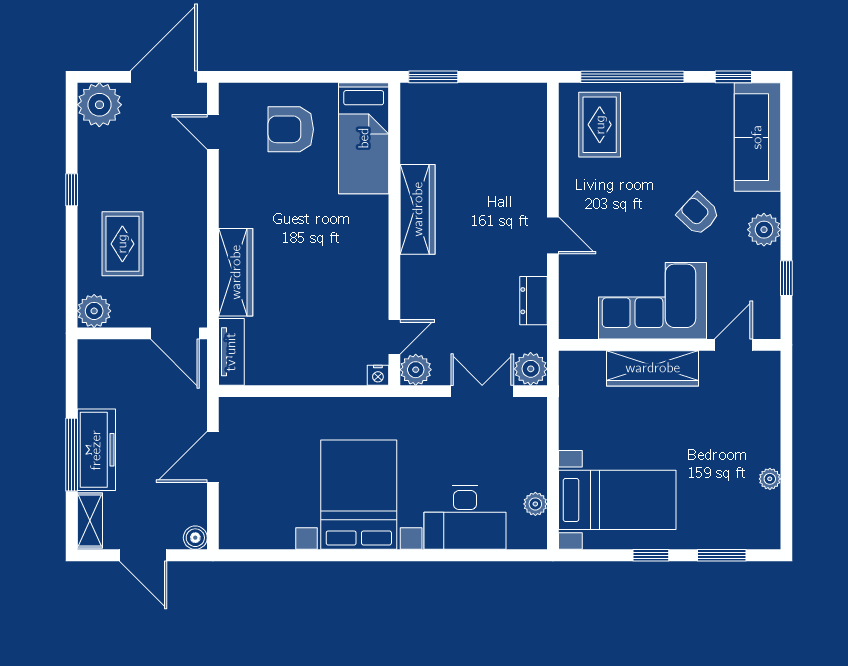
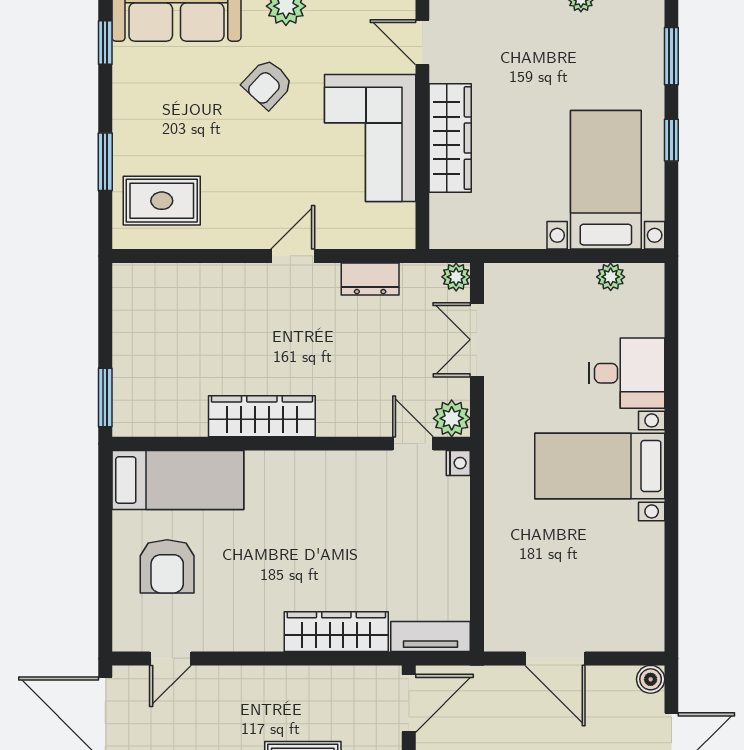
window: (632, 77) -> (105, 162), width x0.47
plant: (531, 369) -> (456, 277), width x0.73, depth x0.73
bed with nightstands: (359, 495) -> (600, 466), width x0.73
desk: (465, 517) -> (627, 373), width x0.73

